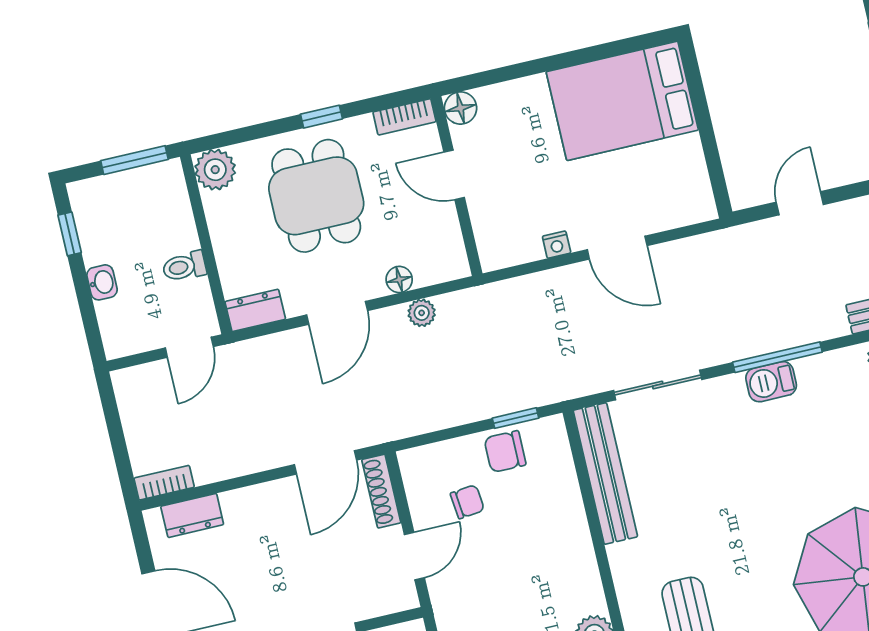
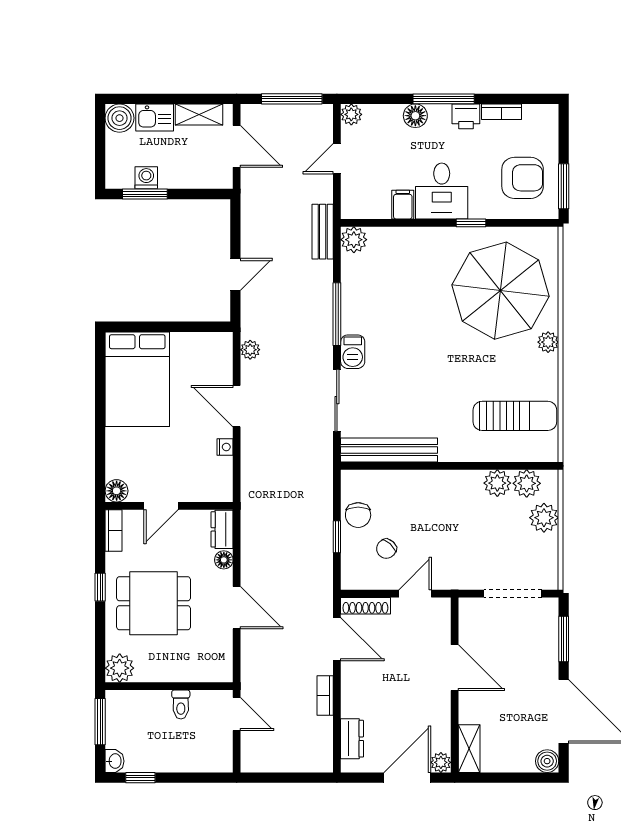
door: (800, 203) -> (235, 274), swing flipped
door: (617, 248) -> (237, 406), swing flipped
washbasin: (102, 282) -> (115, 761), moved, turned 90
dresser: (255, 310) -> (222, 529), moved
plant: (422, 313) -> (250, 350), moved
barbecue: (771, 382) -> (353, 352), moved
window: (516, 418) -> (337, 537), moved
bookcase: (164, 483) -> (325, 695), moved
chair: (467, 502) -> (386, 549), turned -132
door: (414, 556) -> (415, 594), hinge flipped

